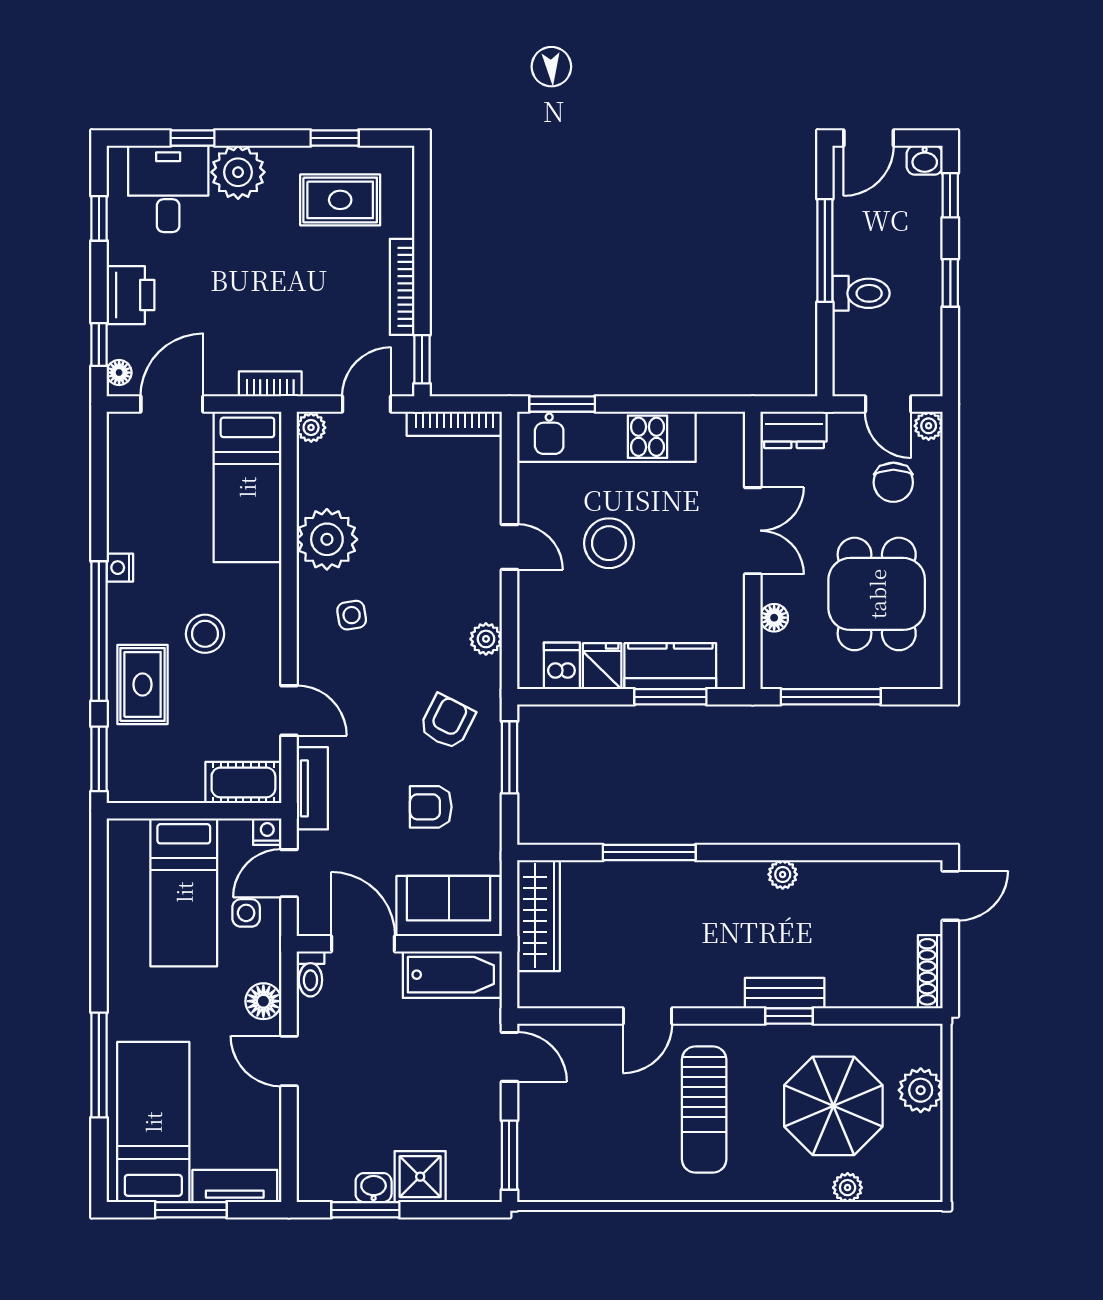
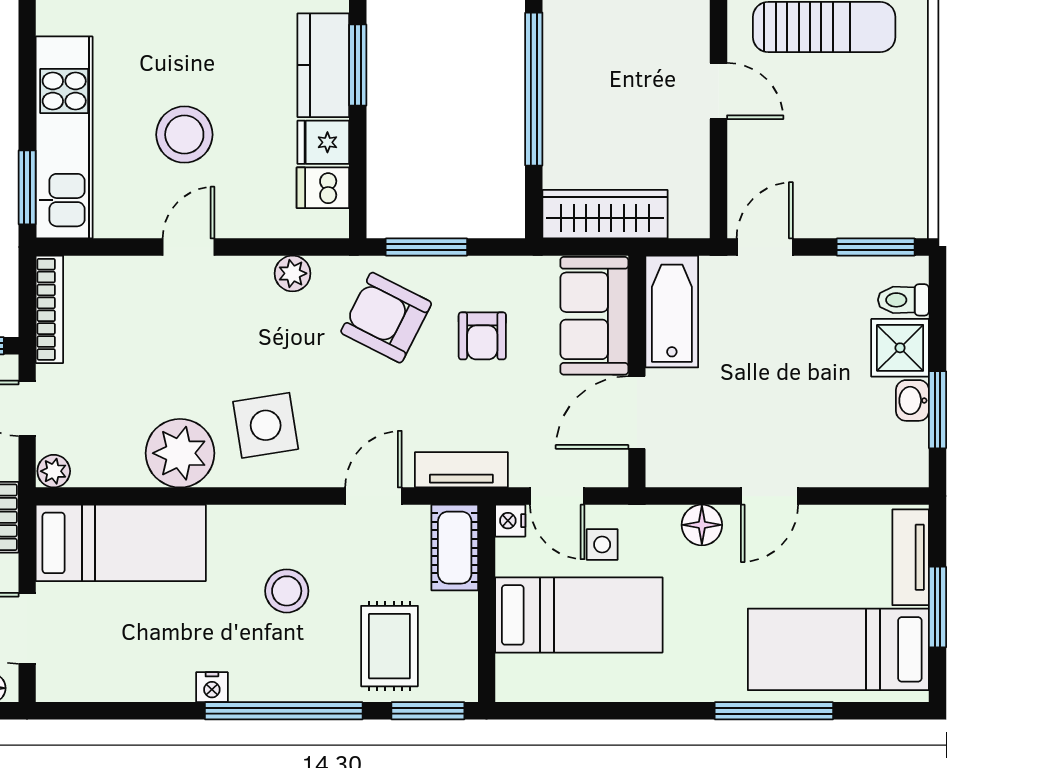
side table: (352, 615) -> (266, 425), width x1.87, depth x1.87
rug: (143, 684) -> (389, 646), moved, turned 90
armchair: (447, 722) -> (386, 318), width x1.38, depth x1.38
window: (649, 852) -> (534, 89), width x1.46
toilet: (310, 974) -> (903, 300), moved, turned 180

